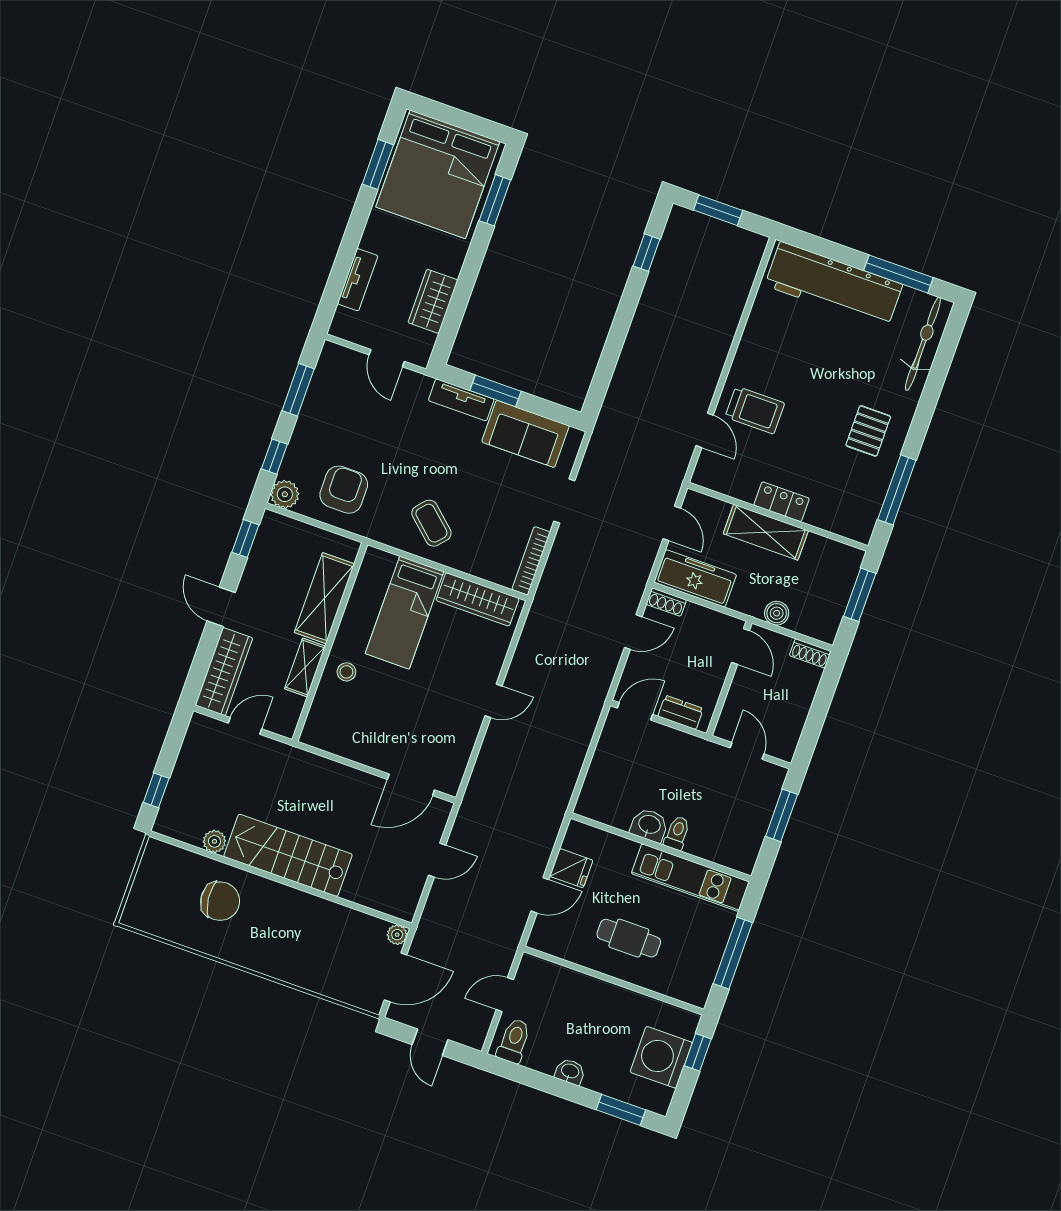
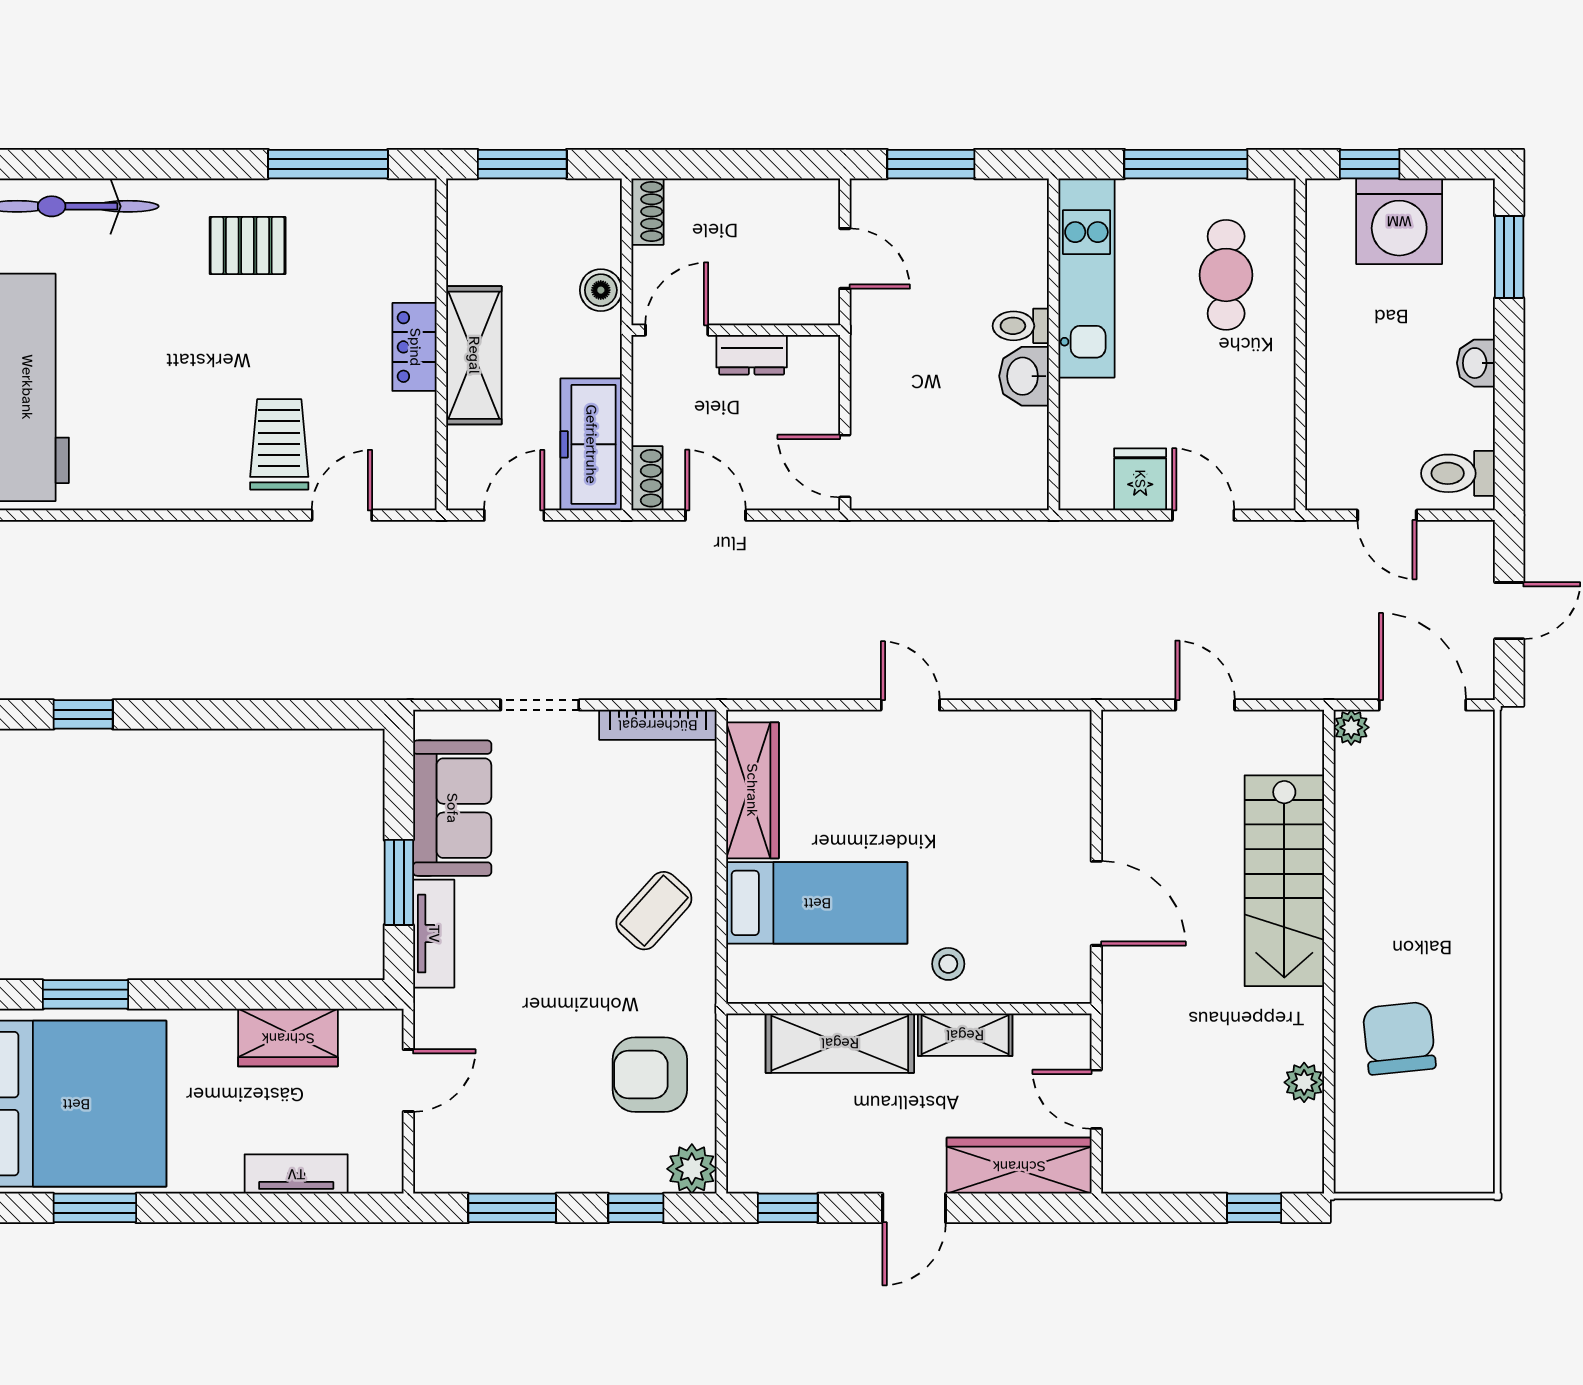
dresser: (681, 712) -> (752, 355), moved, turned -90
door: (747, 751) -> (845, 259), swing flipped
door: (411, 785) -> (1096, 903), moved
stairs: (288, 855) -> (1284, 881), moved
cafe table: (629, 938) -> (1226, 275), moved

